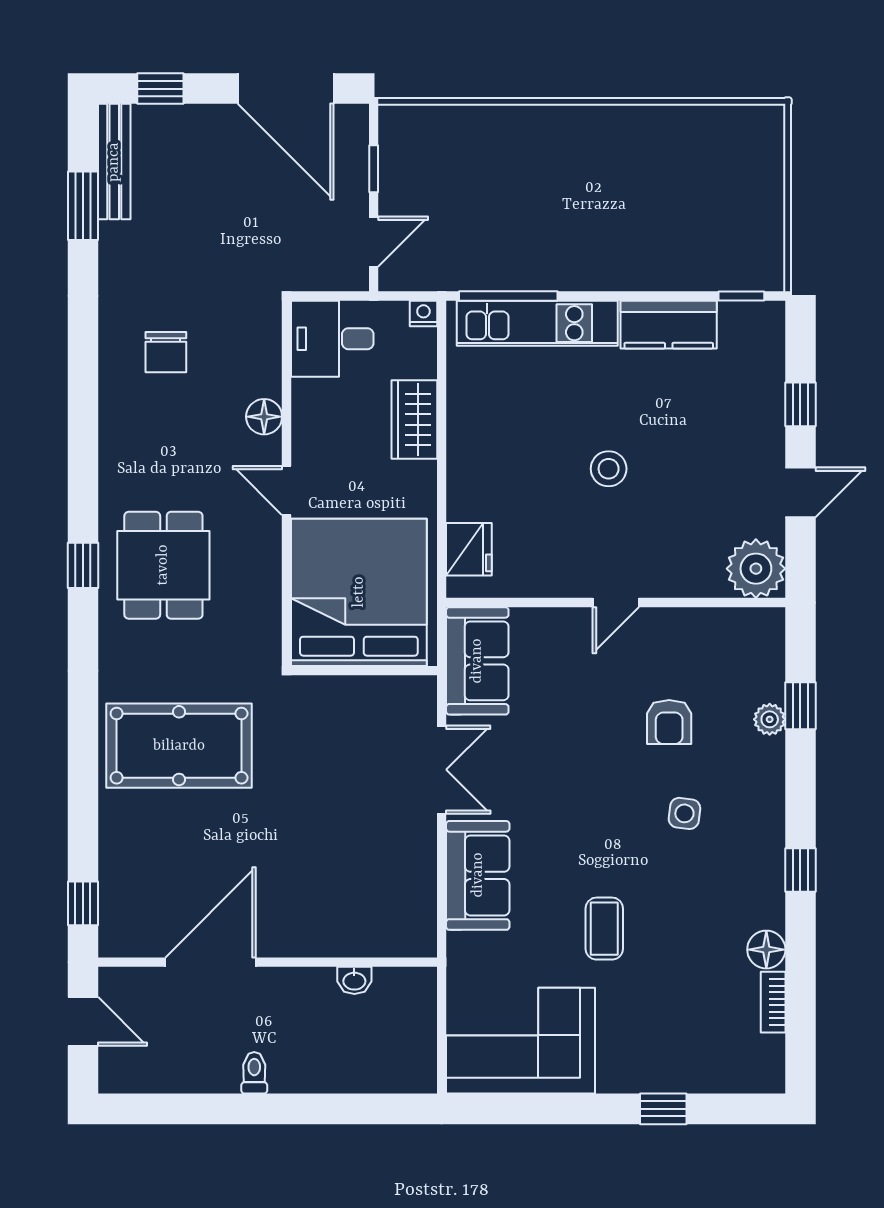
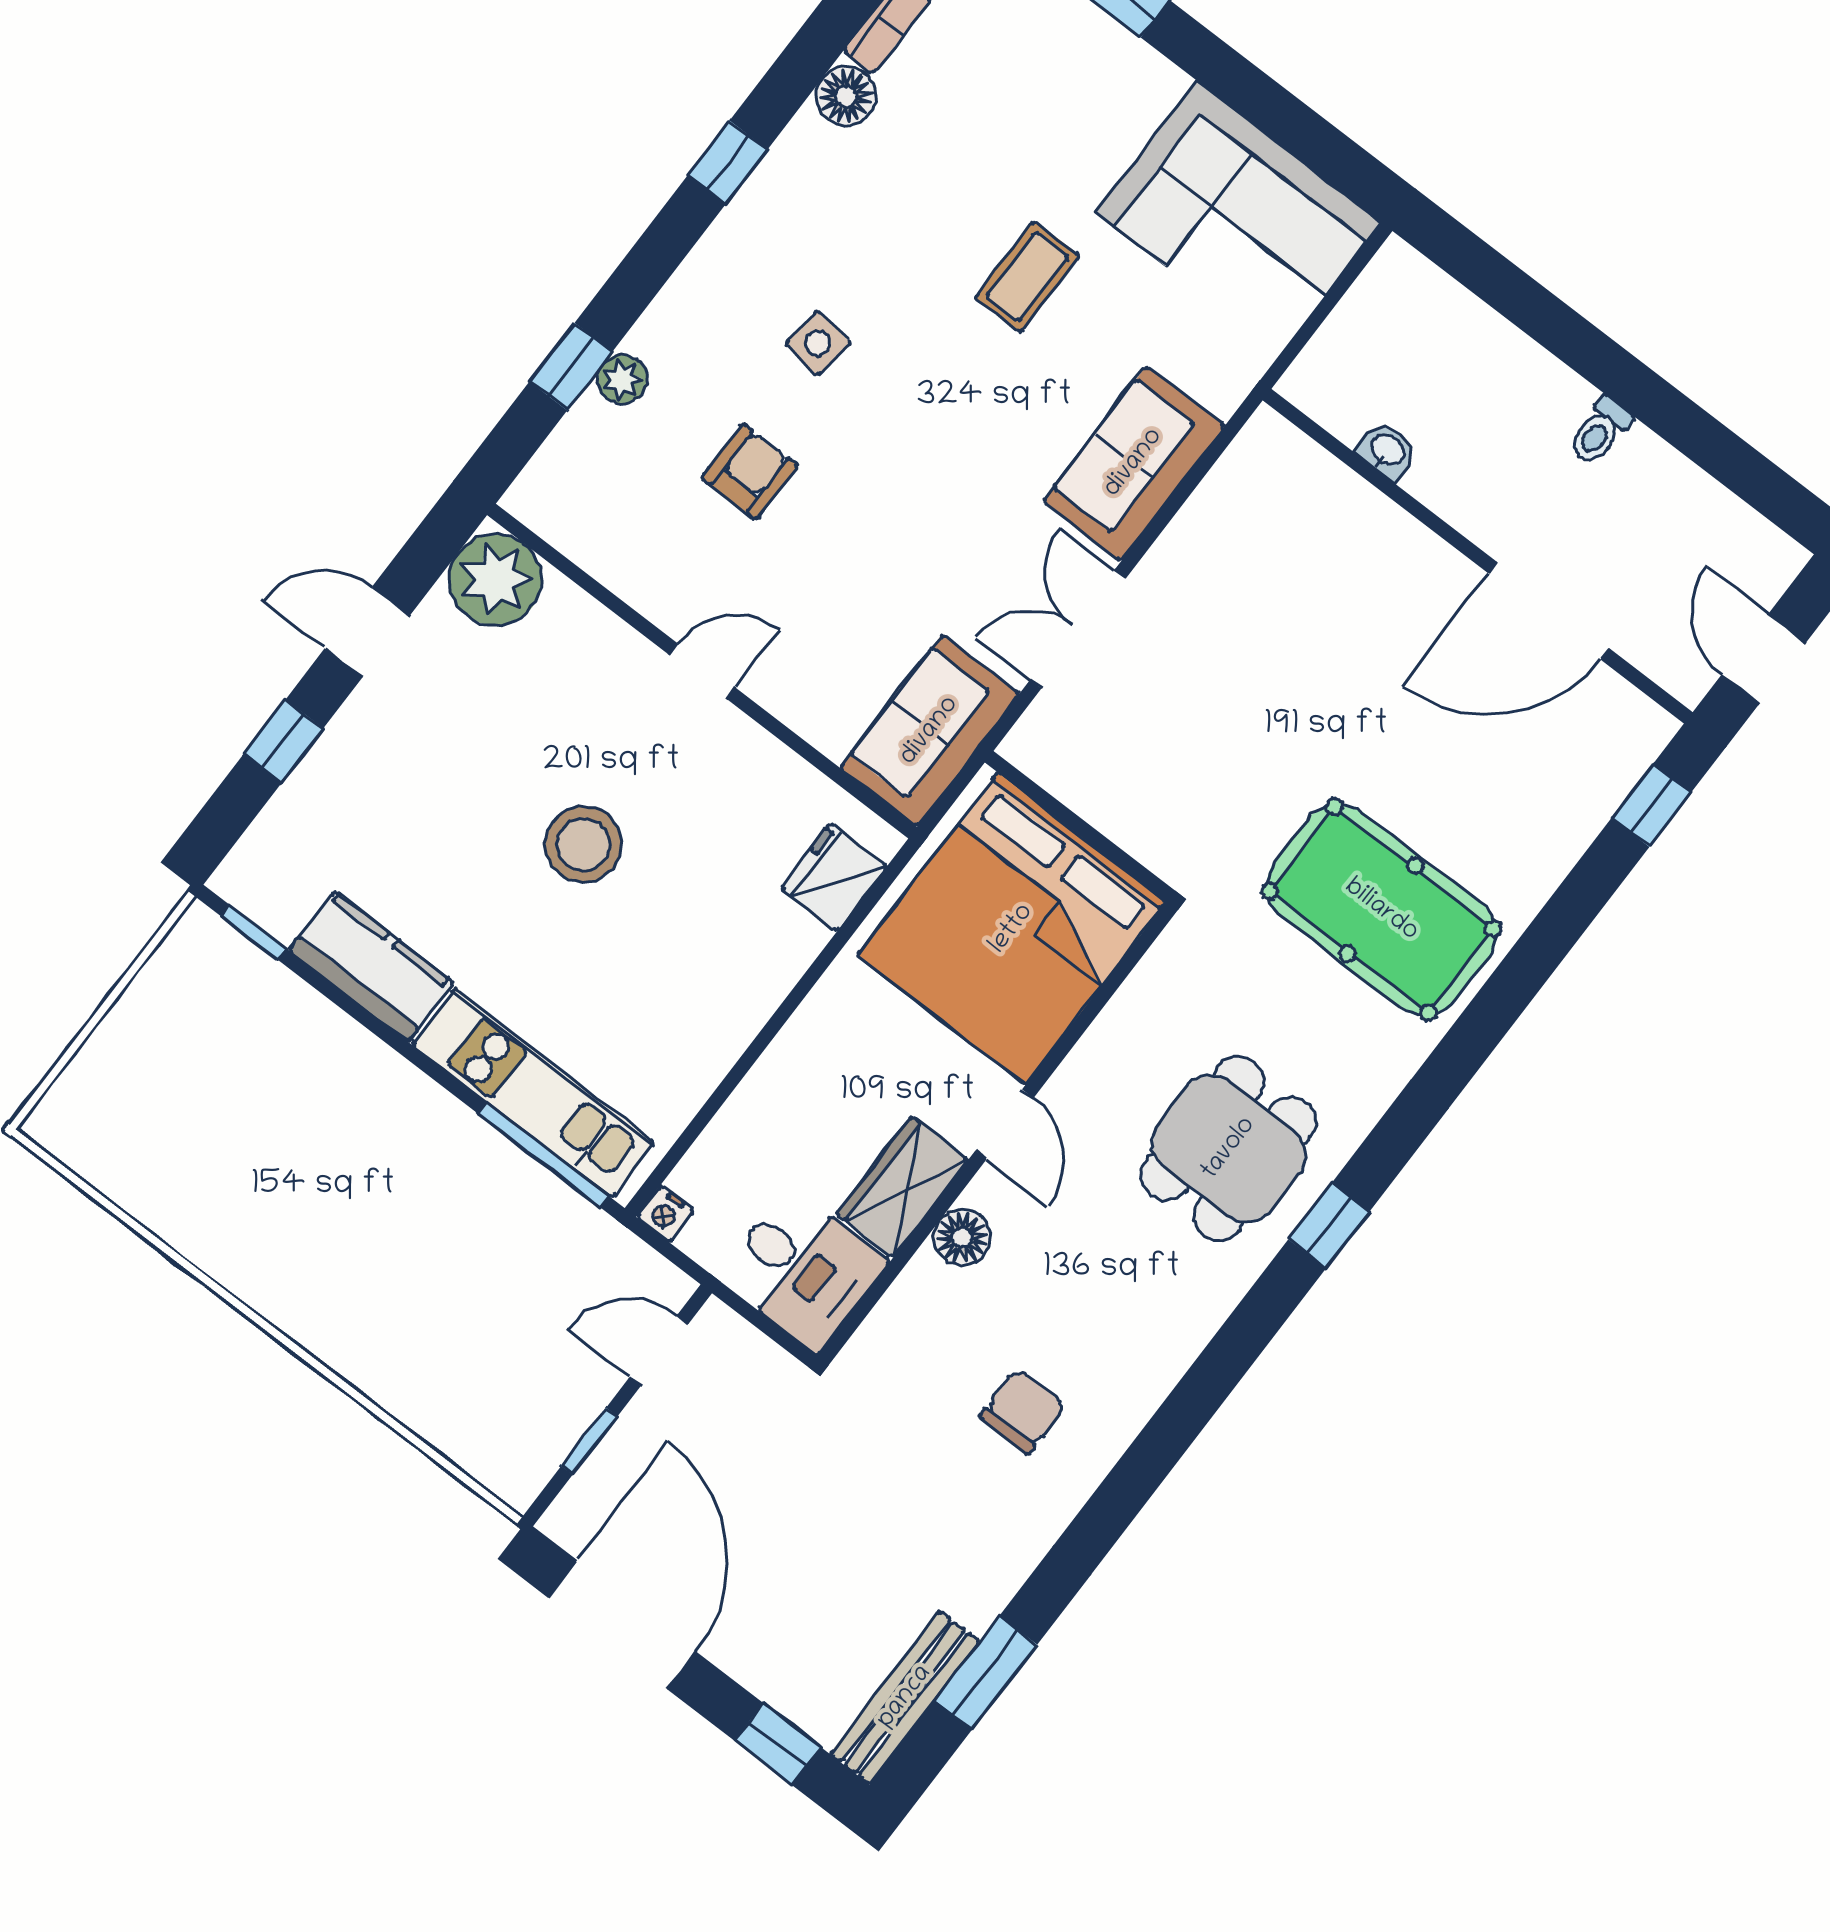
wardrobe: (414, 420) -> (902, 1187), moved, turned 180
stool: (609, 469) -> (583, 844), width x1.38, depth x1.38

